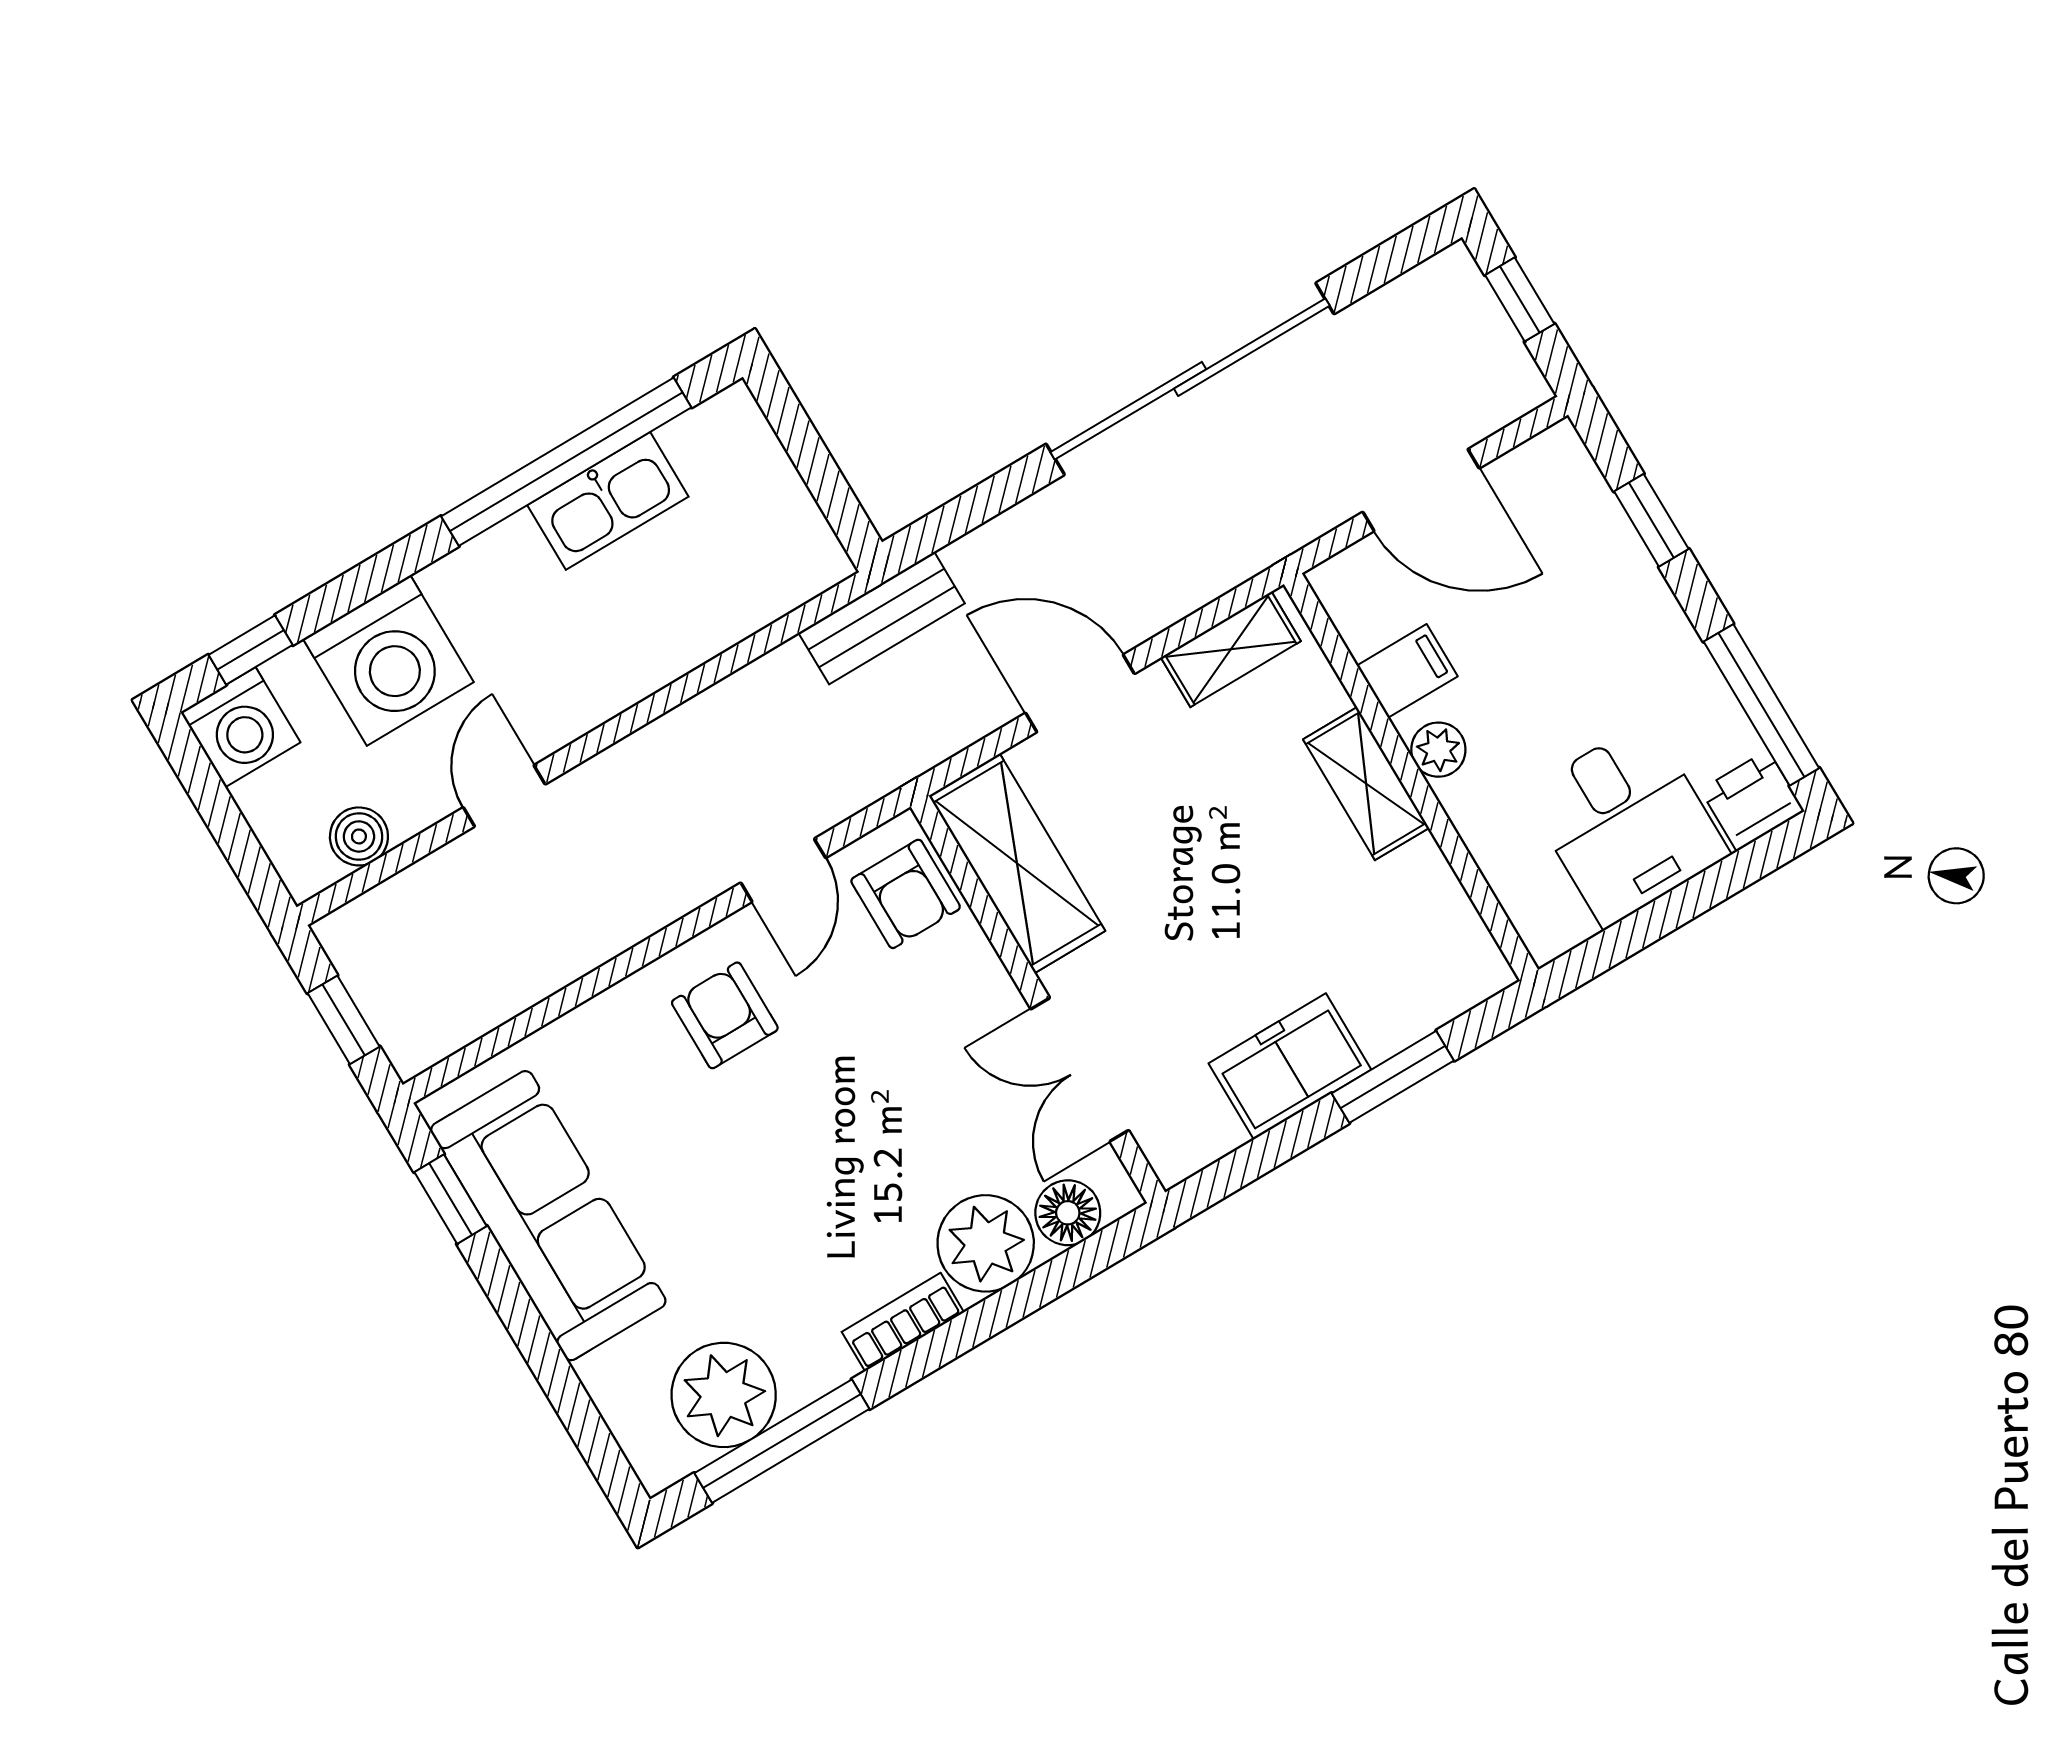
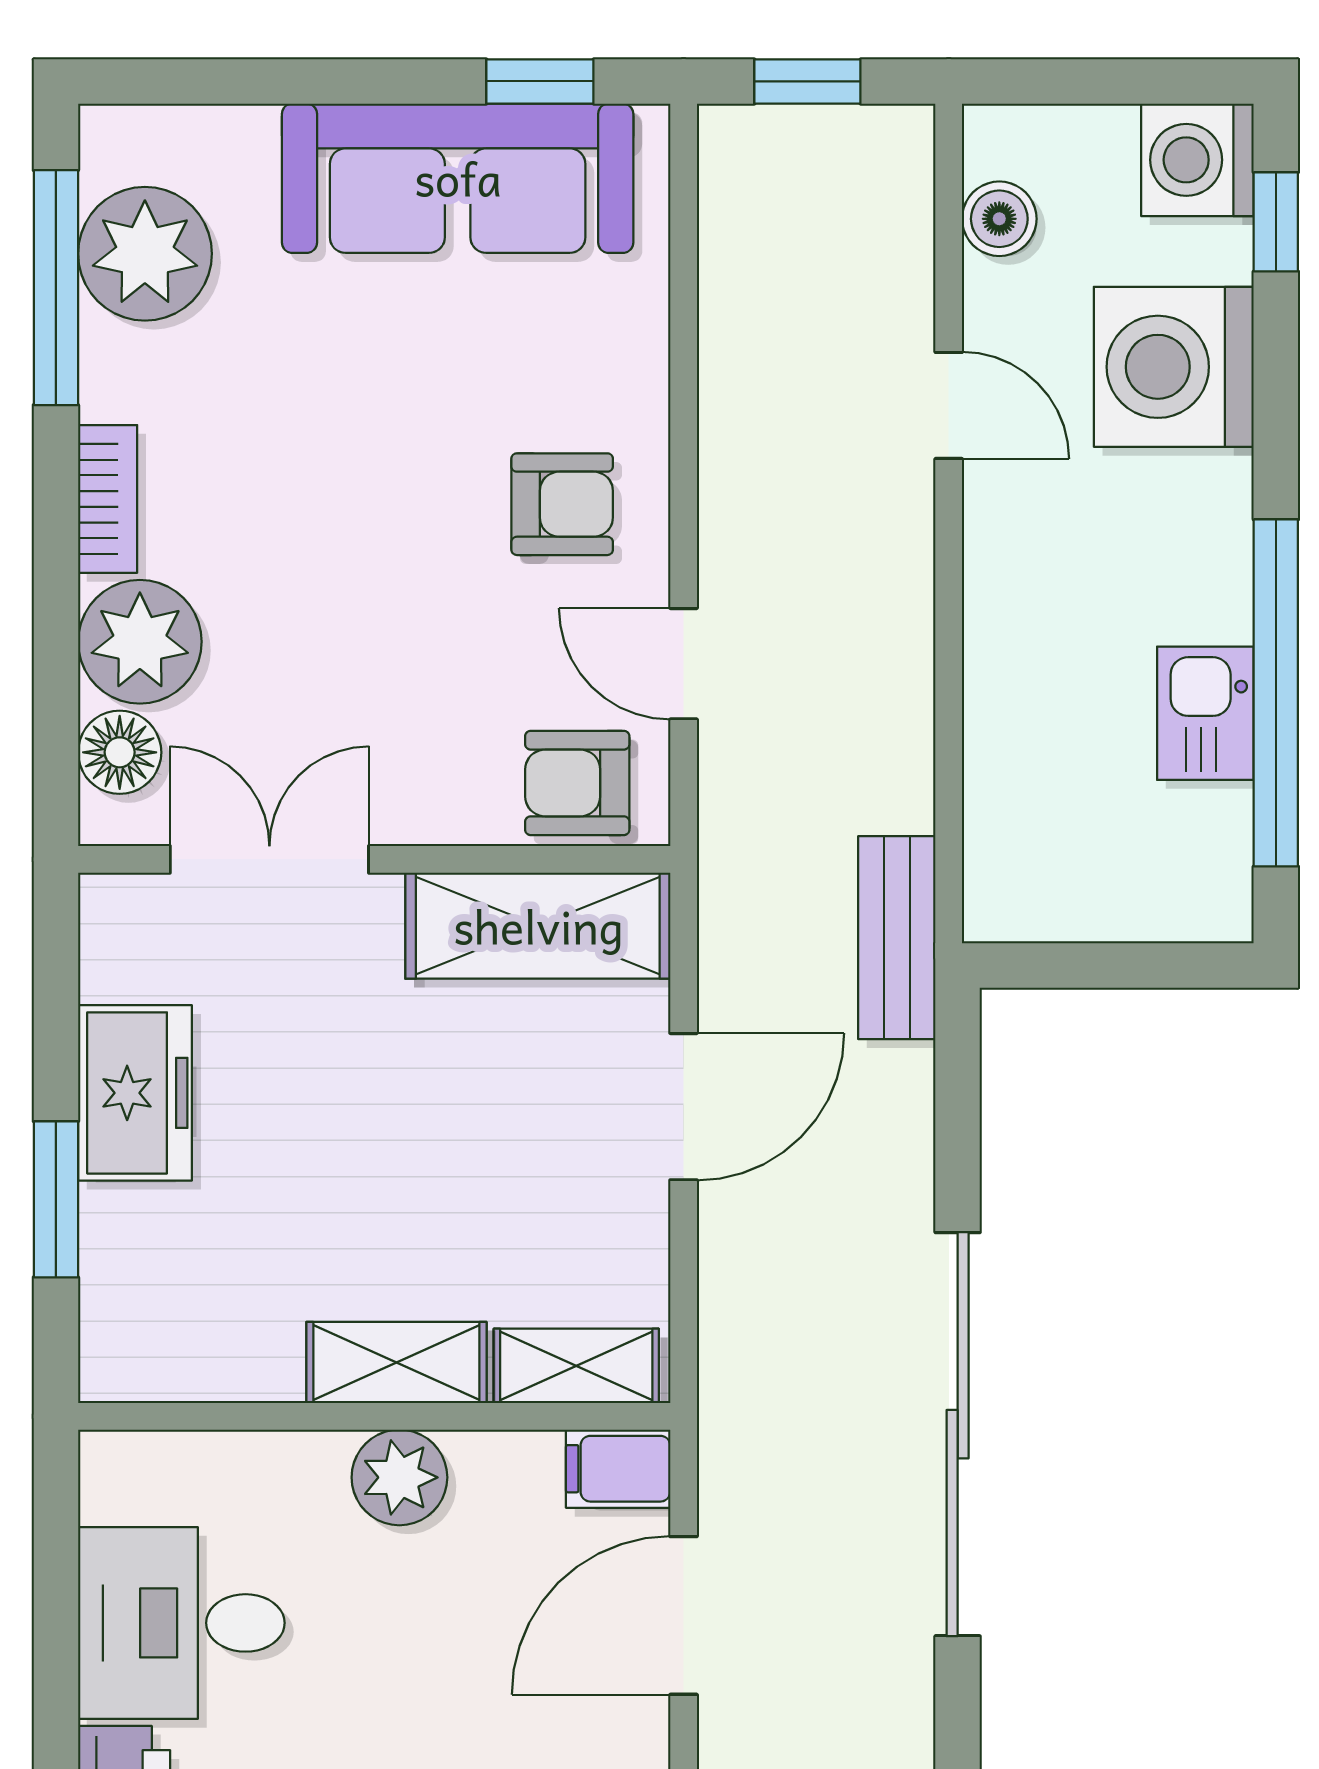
kitchen sink: (608, 501) -> (1205, 713), width x0.73
shelving: (1231, 649) -> (576, 1366), moved, turned 90
filing cabinet: (1407, 671) -> (618, 1469), moved, turned 90
plant: (1438, 750) -> (399, 1477), width x1.38, depth x1.38

